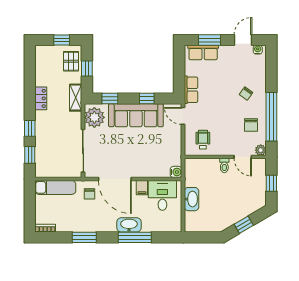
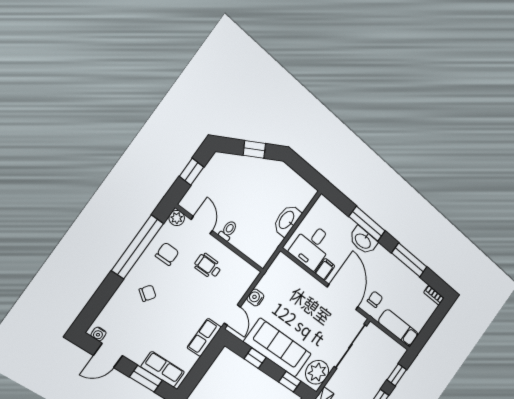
wheelchair: (203, 140) -> (208, 266), moved, turned 90
water cooler: (176, 172) -> (255, 298), moved
window: (84, 237) -> (409, 260), width x1.44

